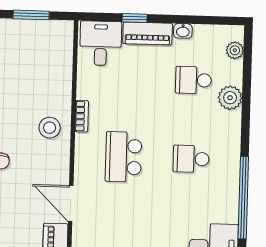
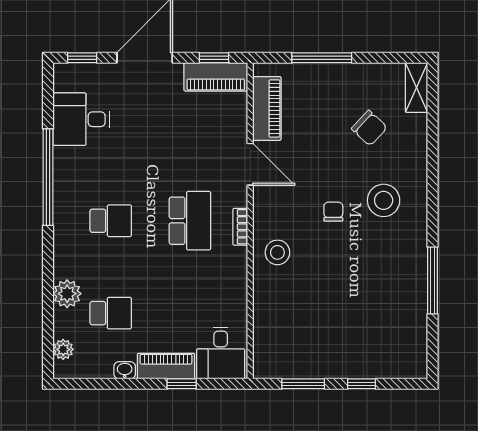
bookcase: (82, 116) -> (240, 227), moved

